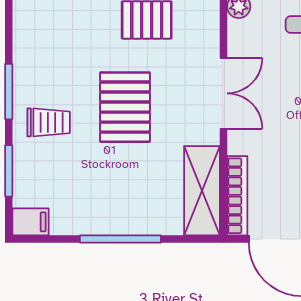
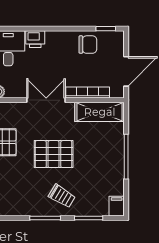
trolley: (49, 122) -> (62, 196), turned 121
bookcase: (237, 196) -> (88, 92), moved

